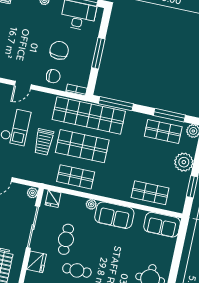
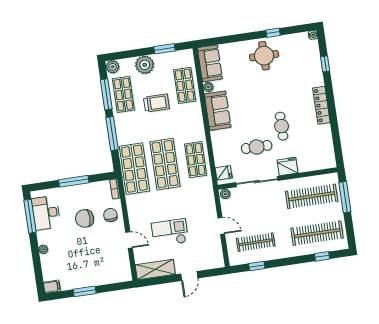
window: (116, 104) -> (112, 134), moved
shop shelf: (89, 115) -> (134, 169), width x0.71
trolley: (44, 142) -> (156, 103), moved
plant: (91, 204) -> (208, 87), moved

